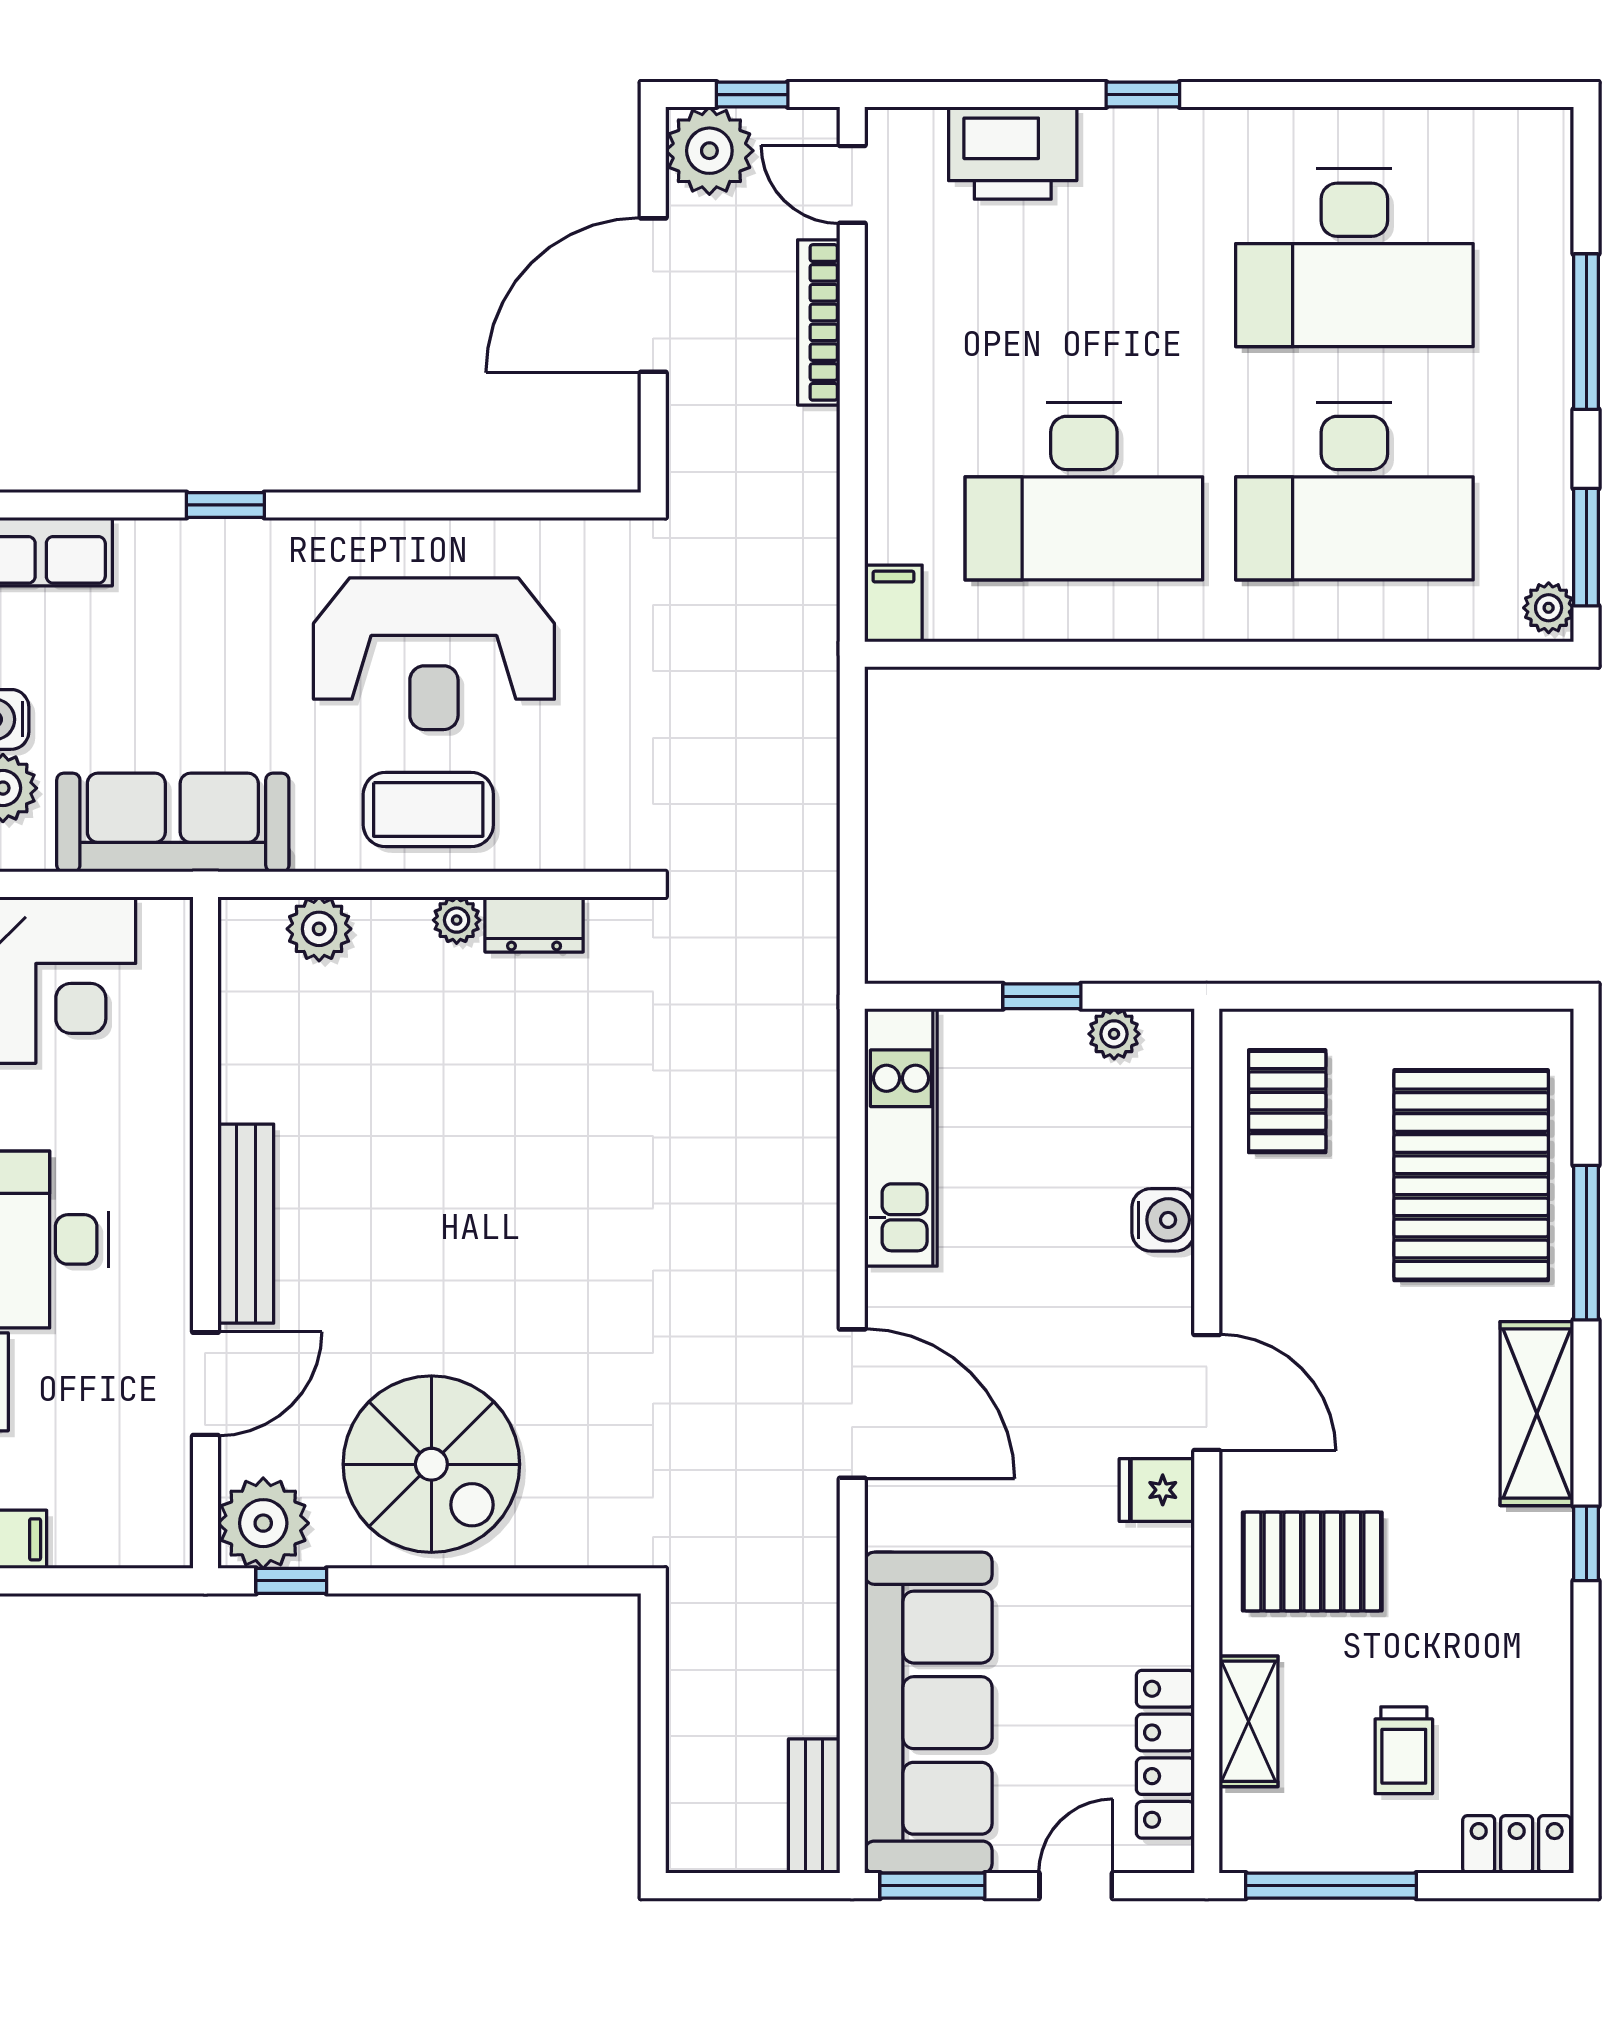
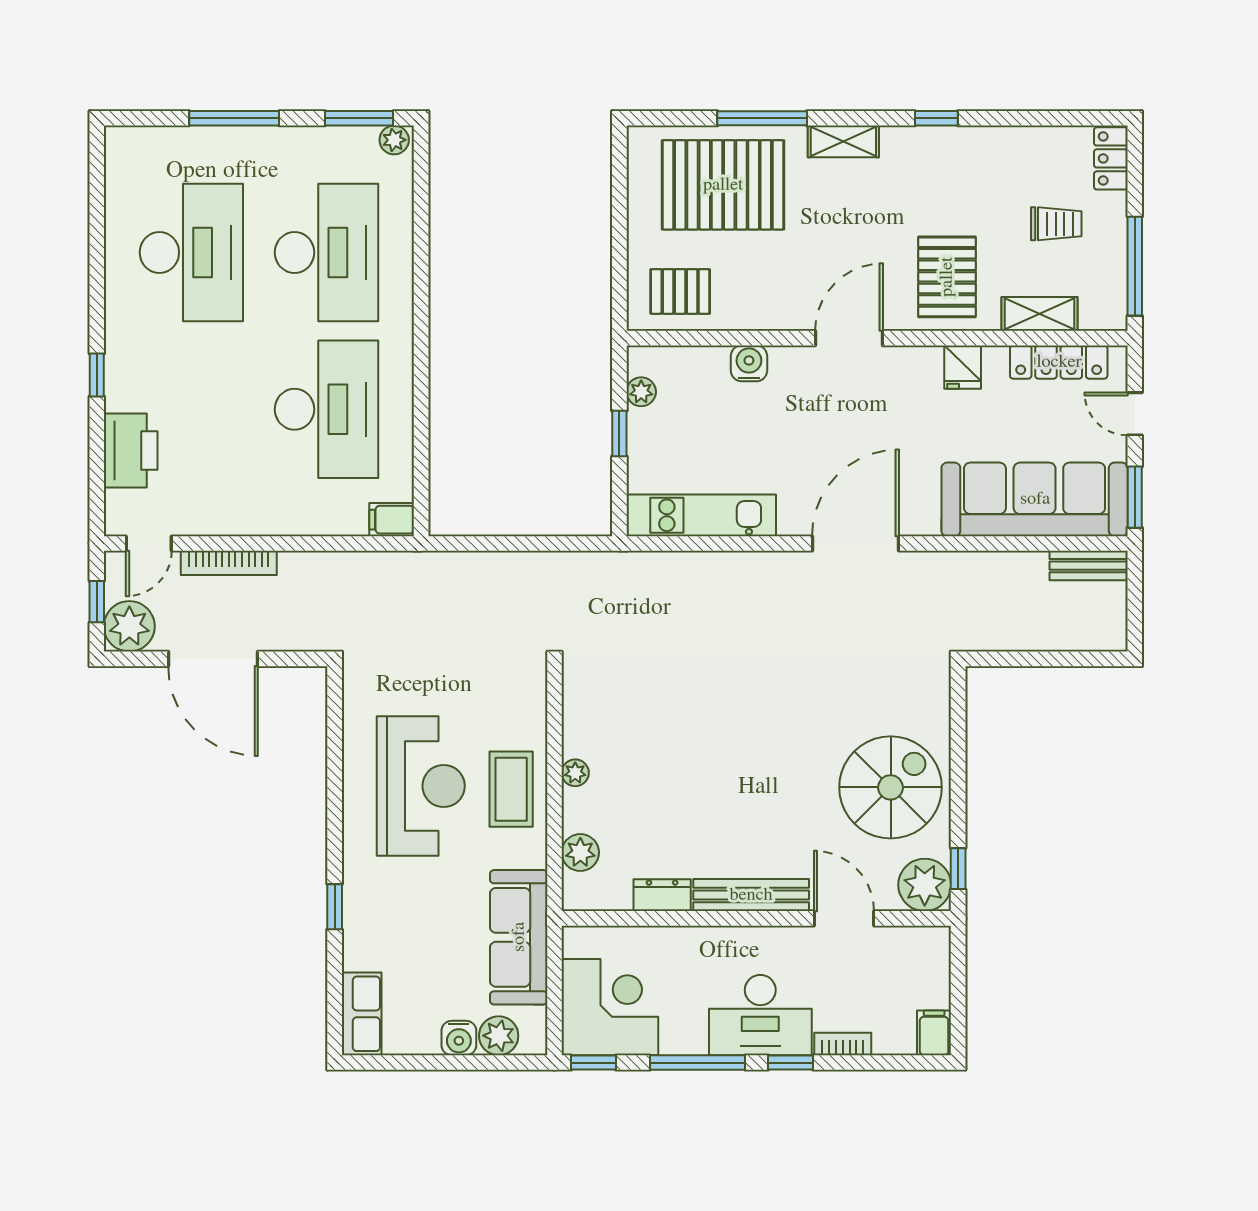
dresser: (534, 924) -> (662, 895), moved, turned -90
shelving: (1537, 1414) -> (843, 141), width x0.67, depth x0.75
fridge: (1157, 1490) -> (963, 367), moved

